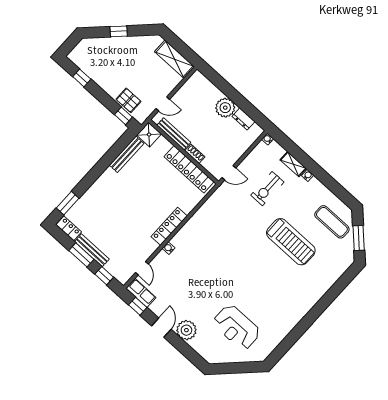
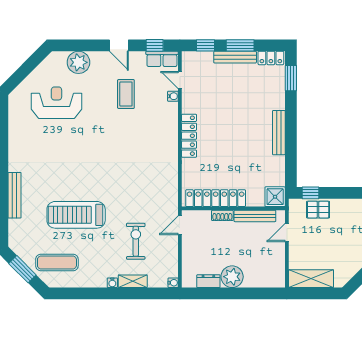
bench: (127, 154) -> (279, 133), moved
water cooler: (169, 248) -> (173, 96), moved
coffee table: (186, 291) -> (126, 94), added
bench: (320, 291) -> (15, 195), added
plant: (186, 330) -> (78, 62), moved

